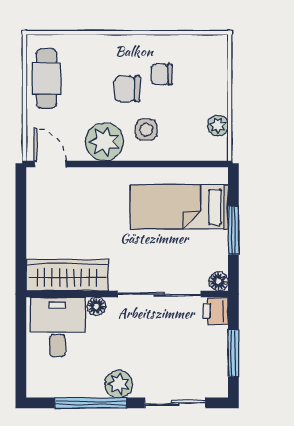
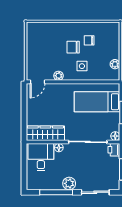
cafe table: (47, 78) -> (36, 42), removed
plant: (104, 142) -> (58, 76), width x0.53, depth x0.53
door: (50, 164) -> (37, 82), swing flipped

